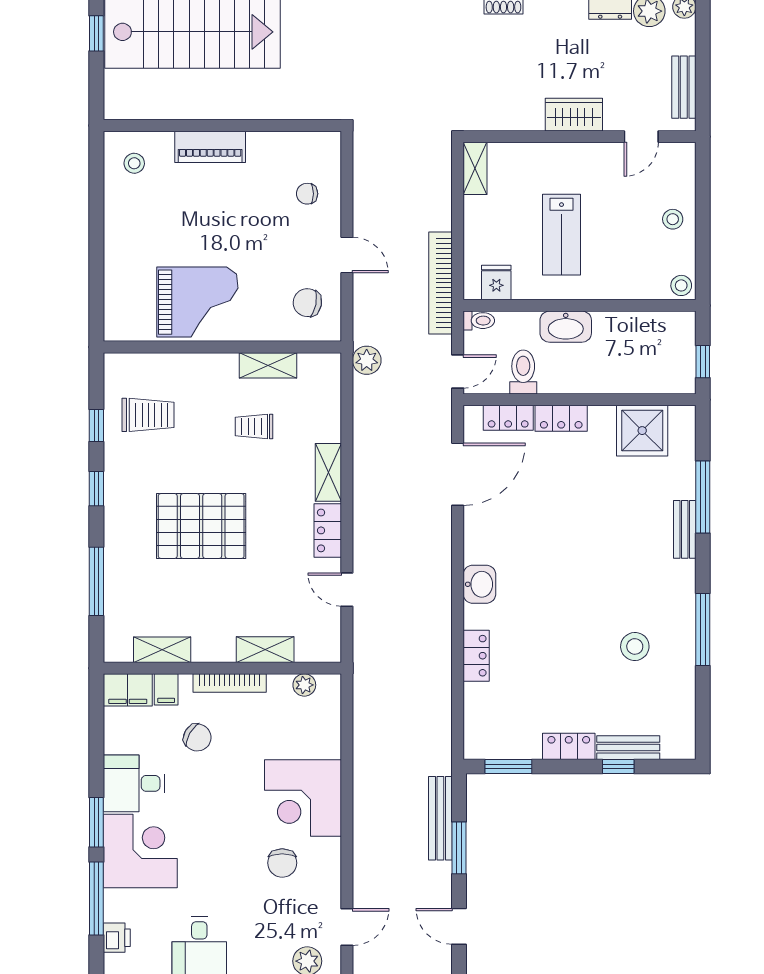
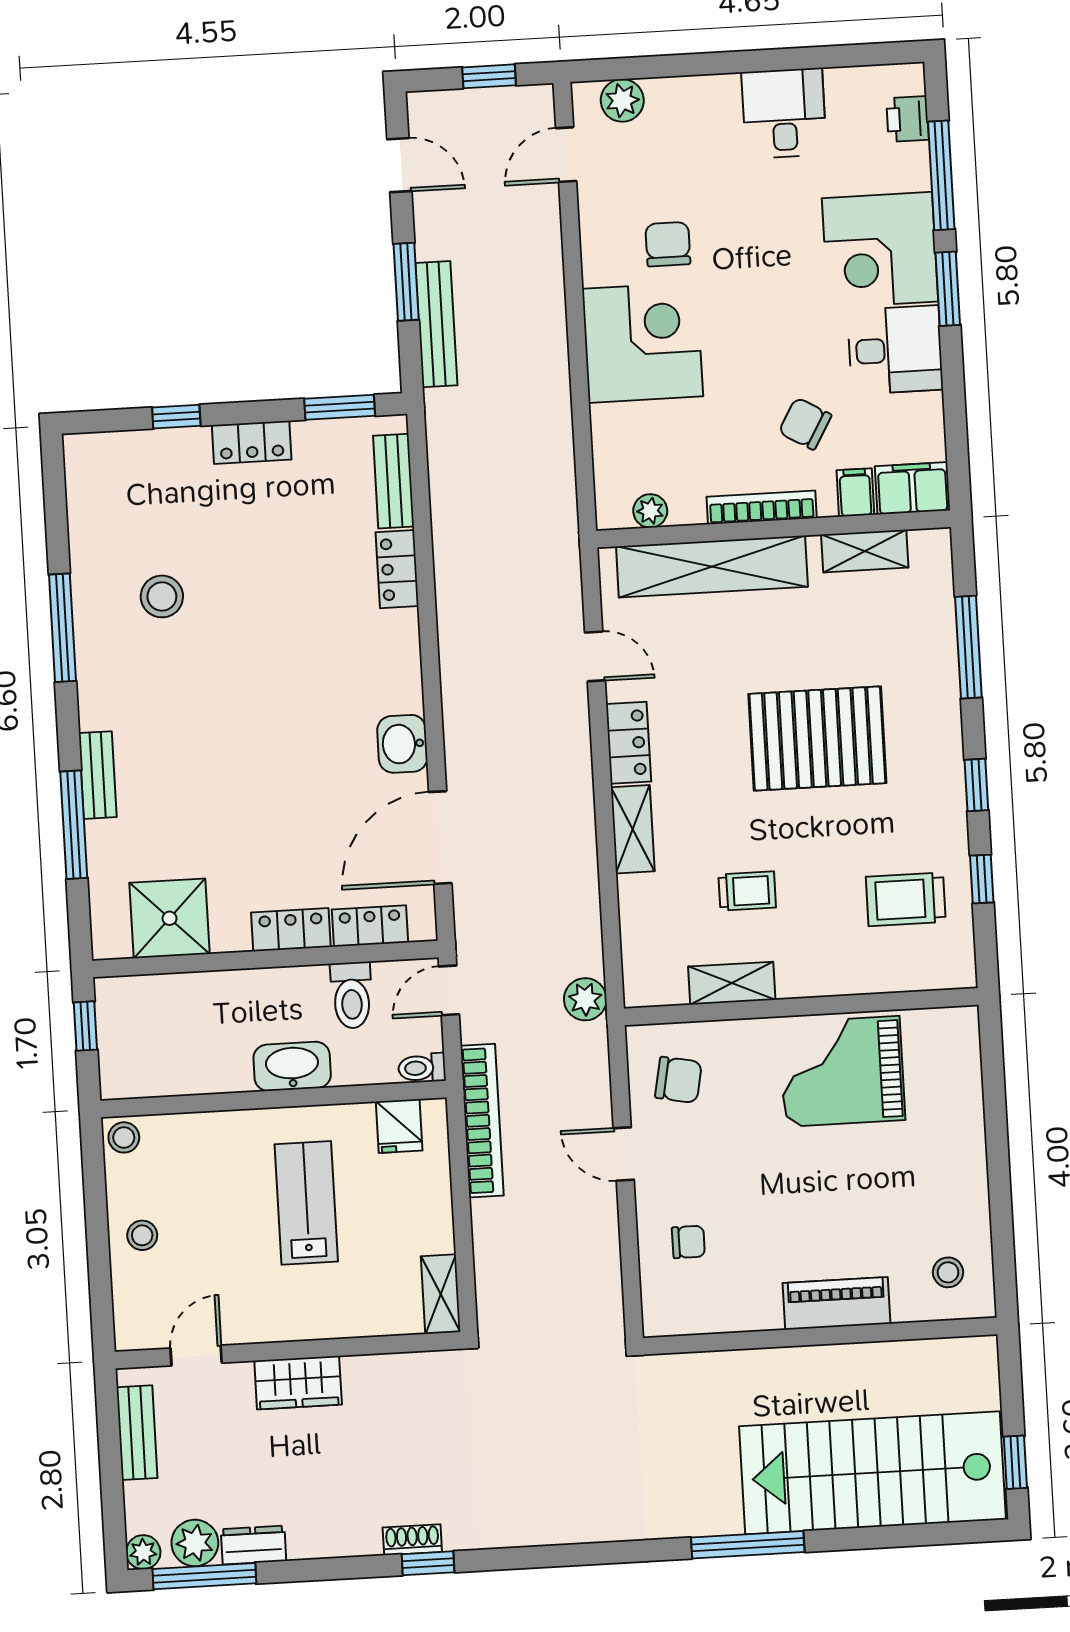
washbasin: (479, 584) -> (402, 744), moved
shelving: (265, 650) -> (712, 567), width x2.20, depth x1.33
bench: (628, 748) -> (394, 481), moved, turned 90

